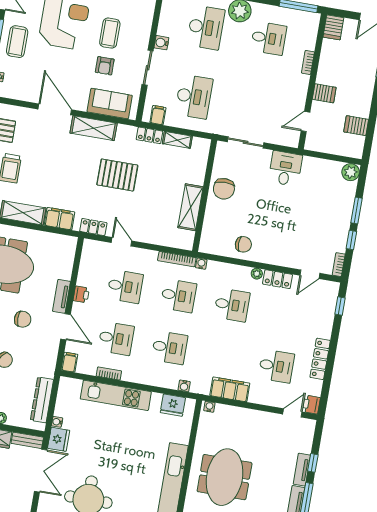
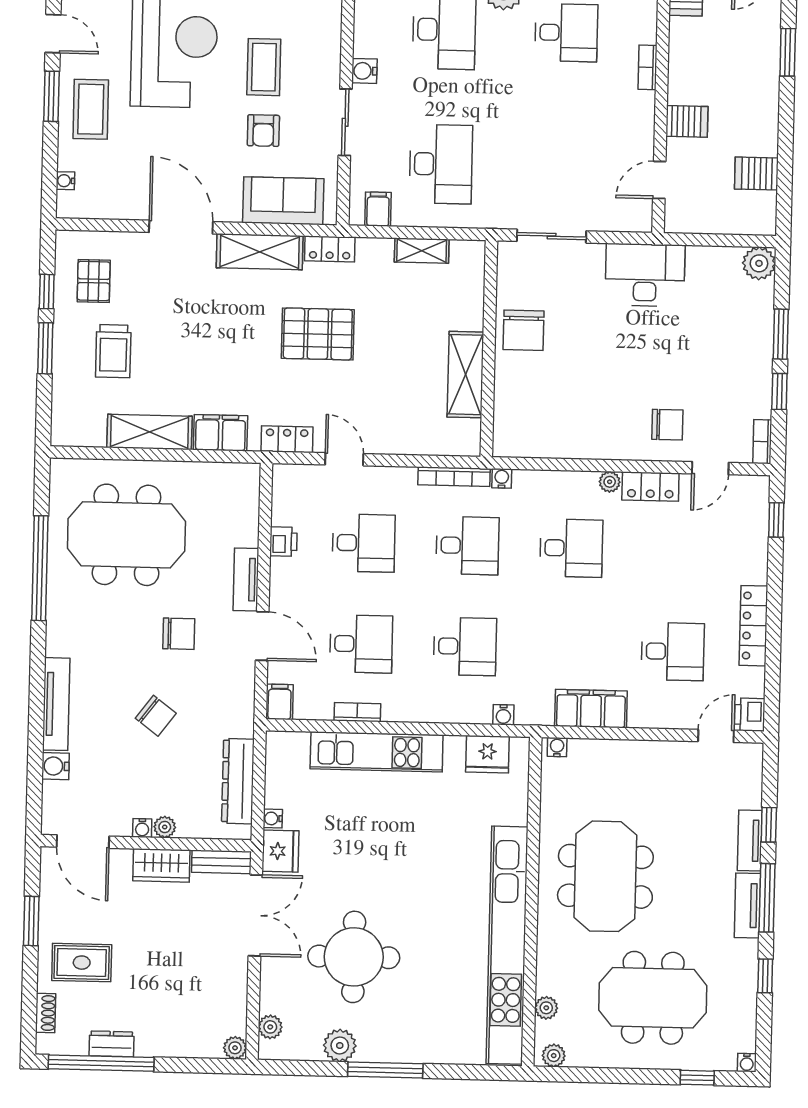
locker: (149, 135) -> (330, 249), moved
desk: (285, 169) -> (645, 275), width x1.37
chair: (243, 244) -> (667, 425), moved
printer: (81, 294) -> (283, 541), moved

